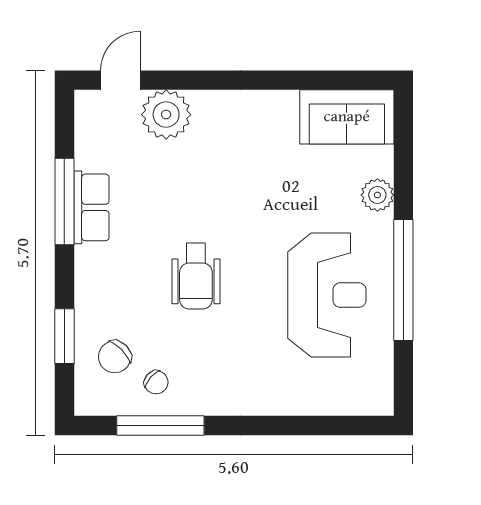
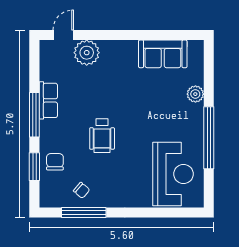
sofa: (347, 117) -> (163, 54), moved
window: (64, 202) -> (34, 115), moved
reception desk: (327, 295) -> (173, 174), moved
chair: (115, 357) -> (55, 162), moved, turned 135

